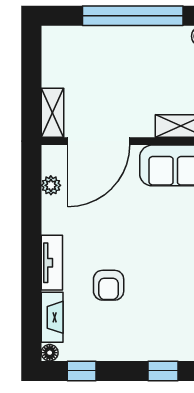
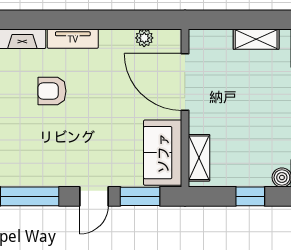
shelving: (52, 113) -> (256, 39), moved

